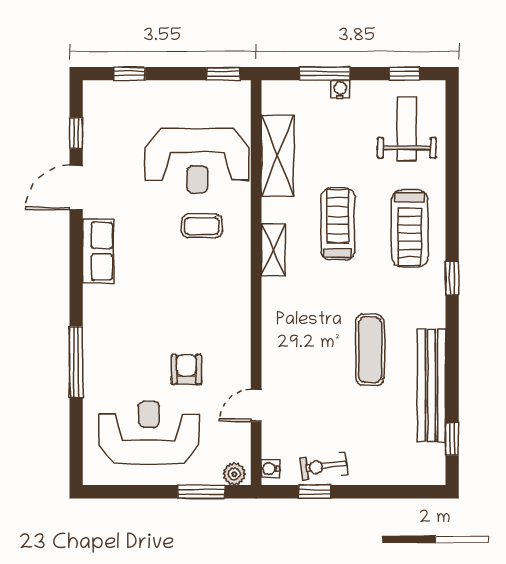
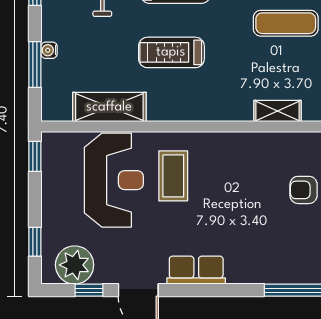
plant: (104, 117) -> (75, 265), added
coffee table: (202, 226) -> (173, 176), width x1.36, depth x1.30
shelving: (273, 250) -> (277, 111), moved

